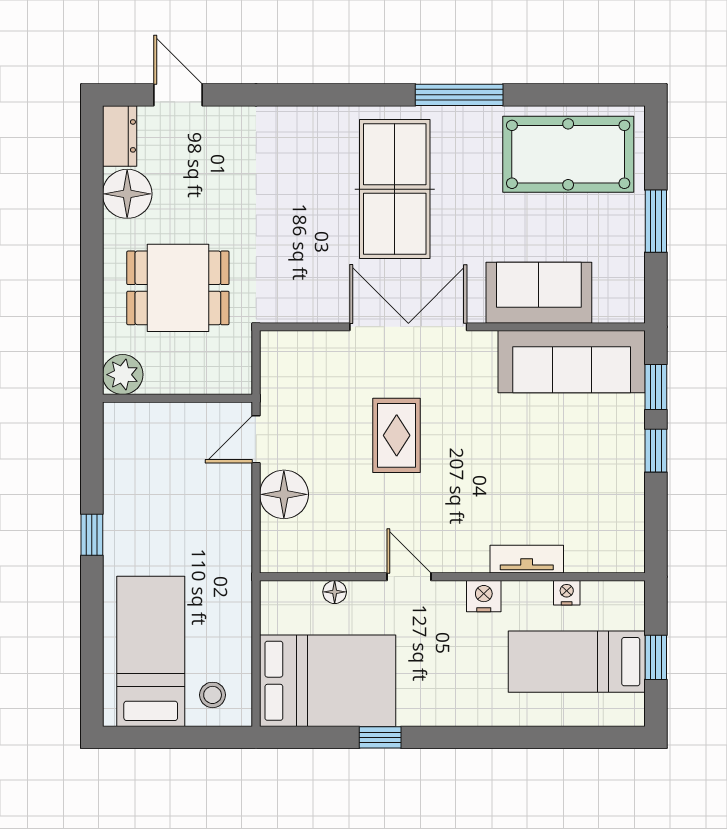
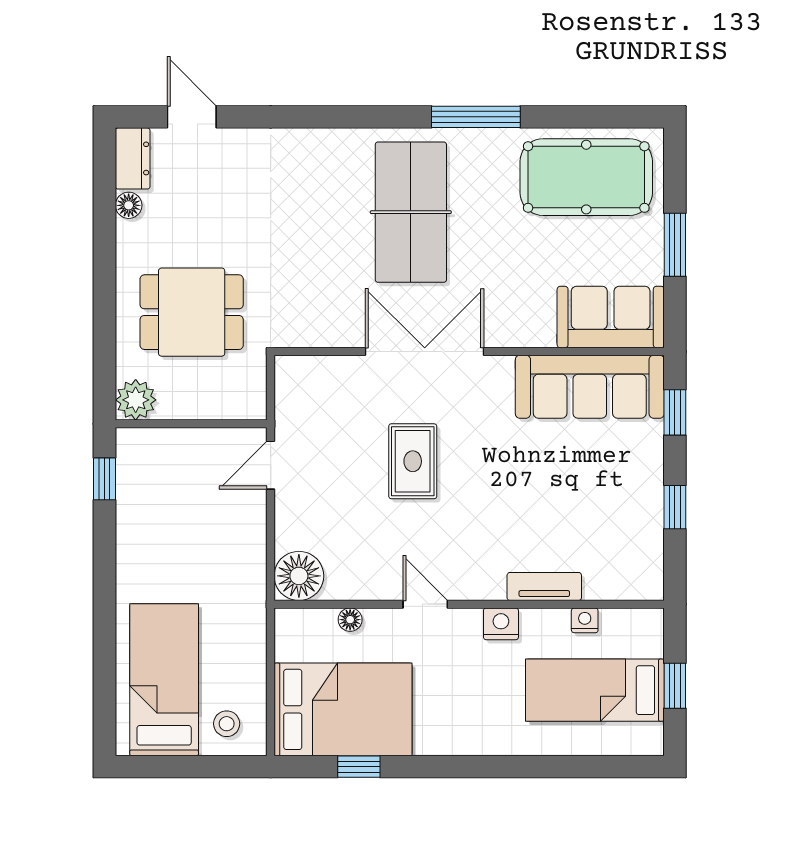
floor lamp: (127, 194) -> (129, 205), width x0.53, depth x0.53
sofa: (539, 293) -> (611, 317), moved
window: (656, 451) -> (675, 507), moved
floor lamp: (284, 494) -> (299, 576), moved
window: (92, 535) -> (105, 479), moved
window: (380, 737) -> (359, 767), moved

